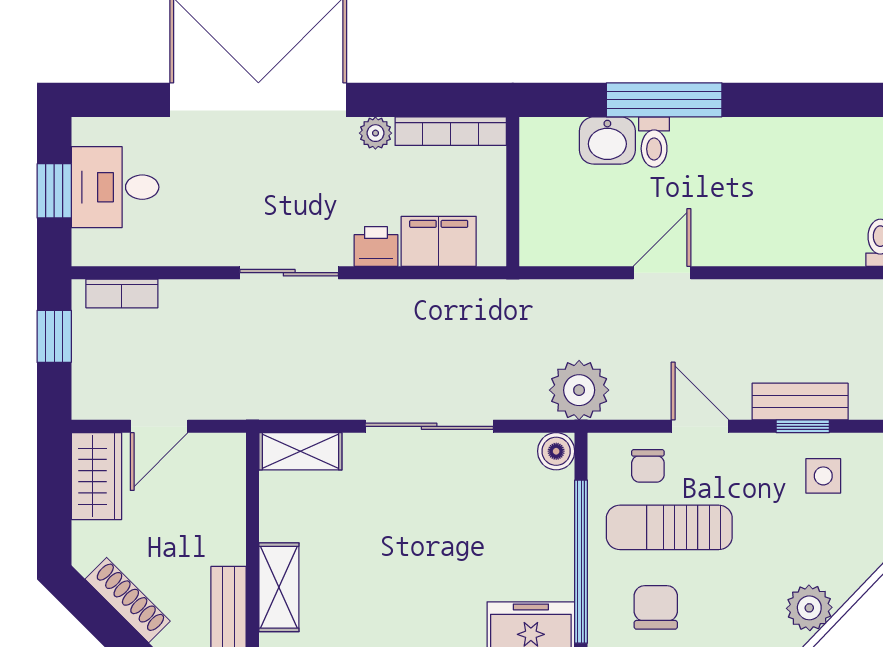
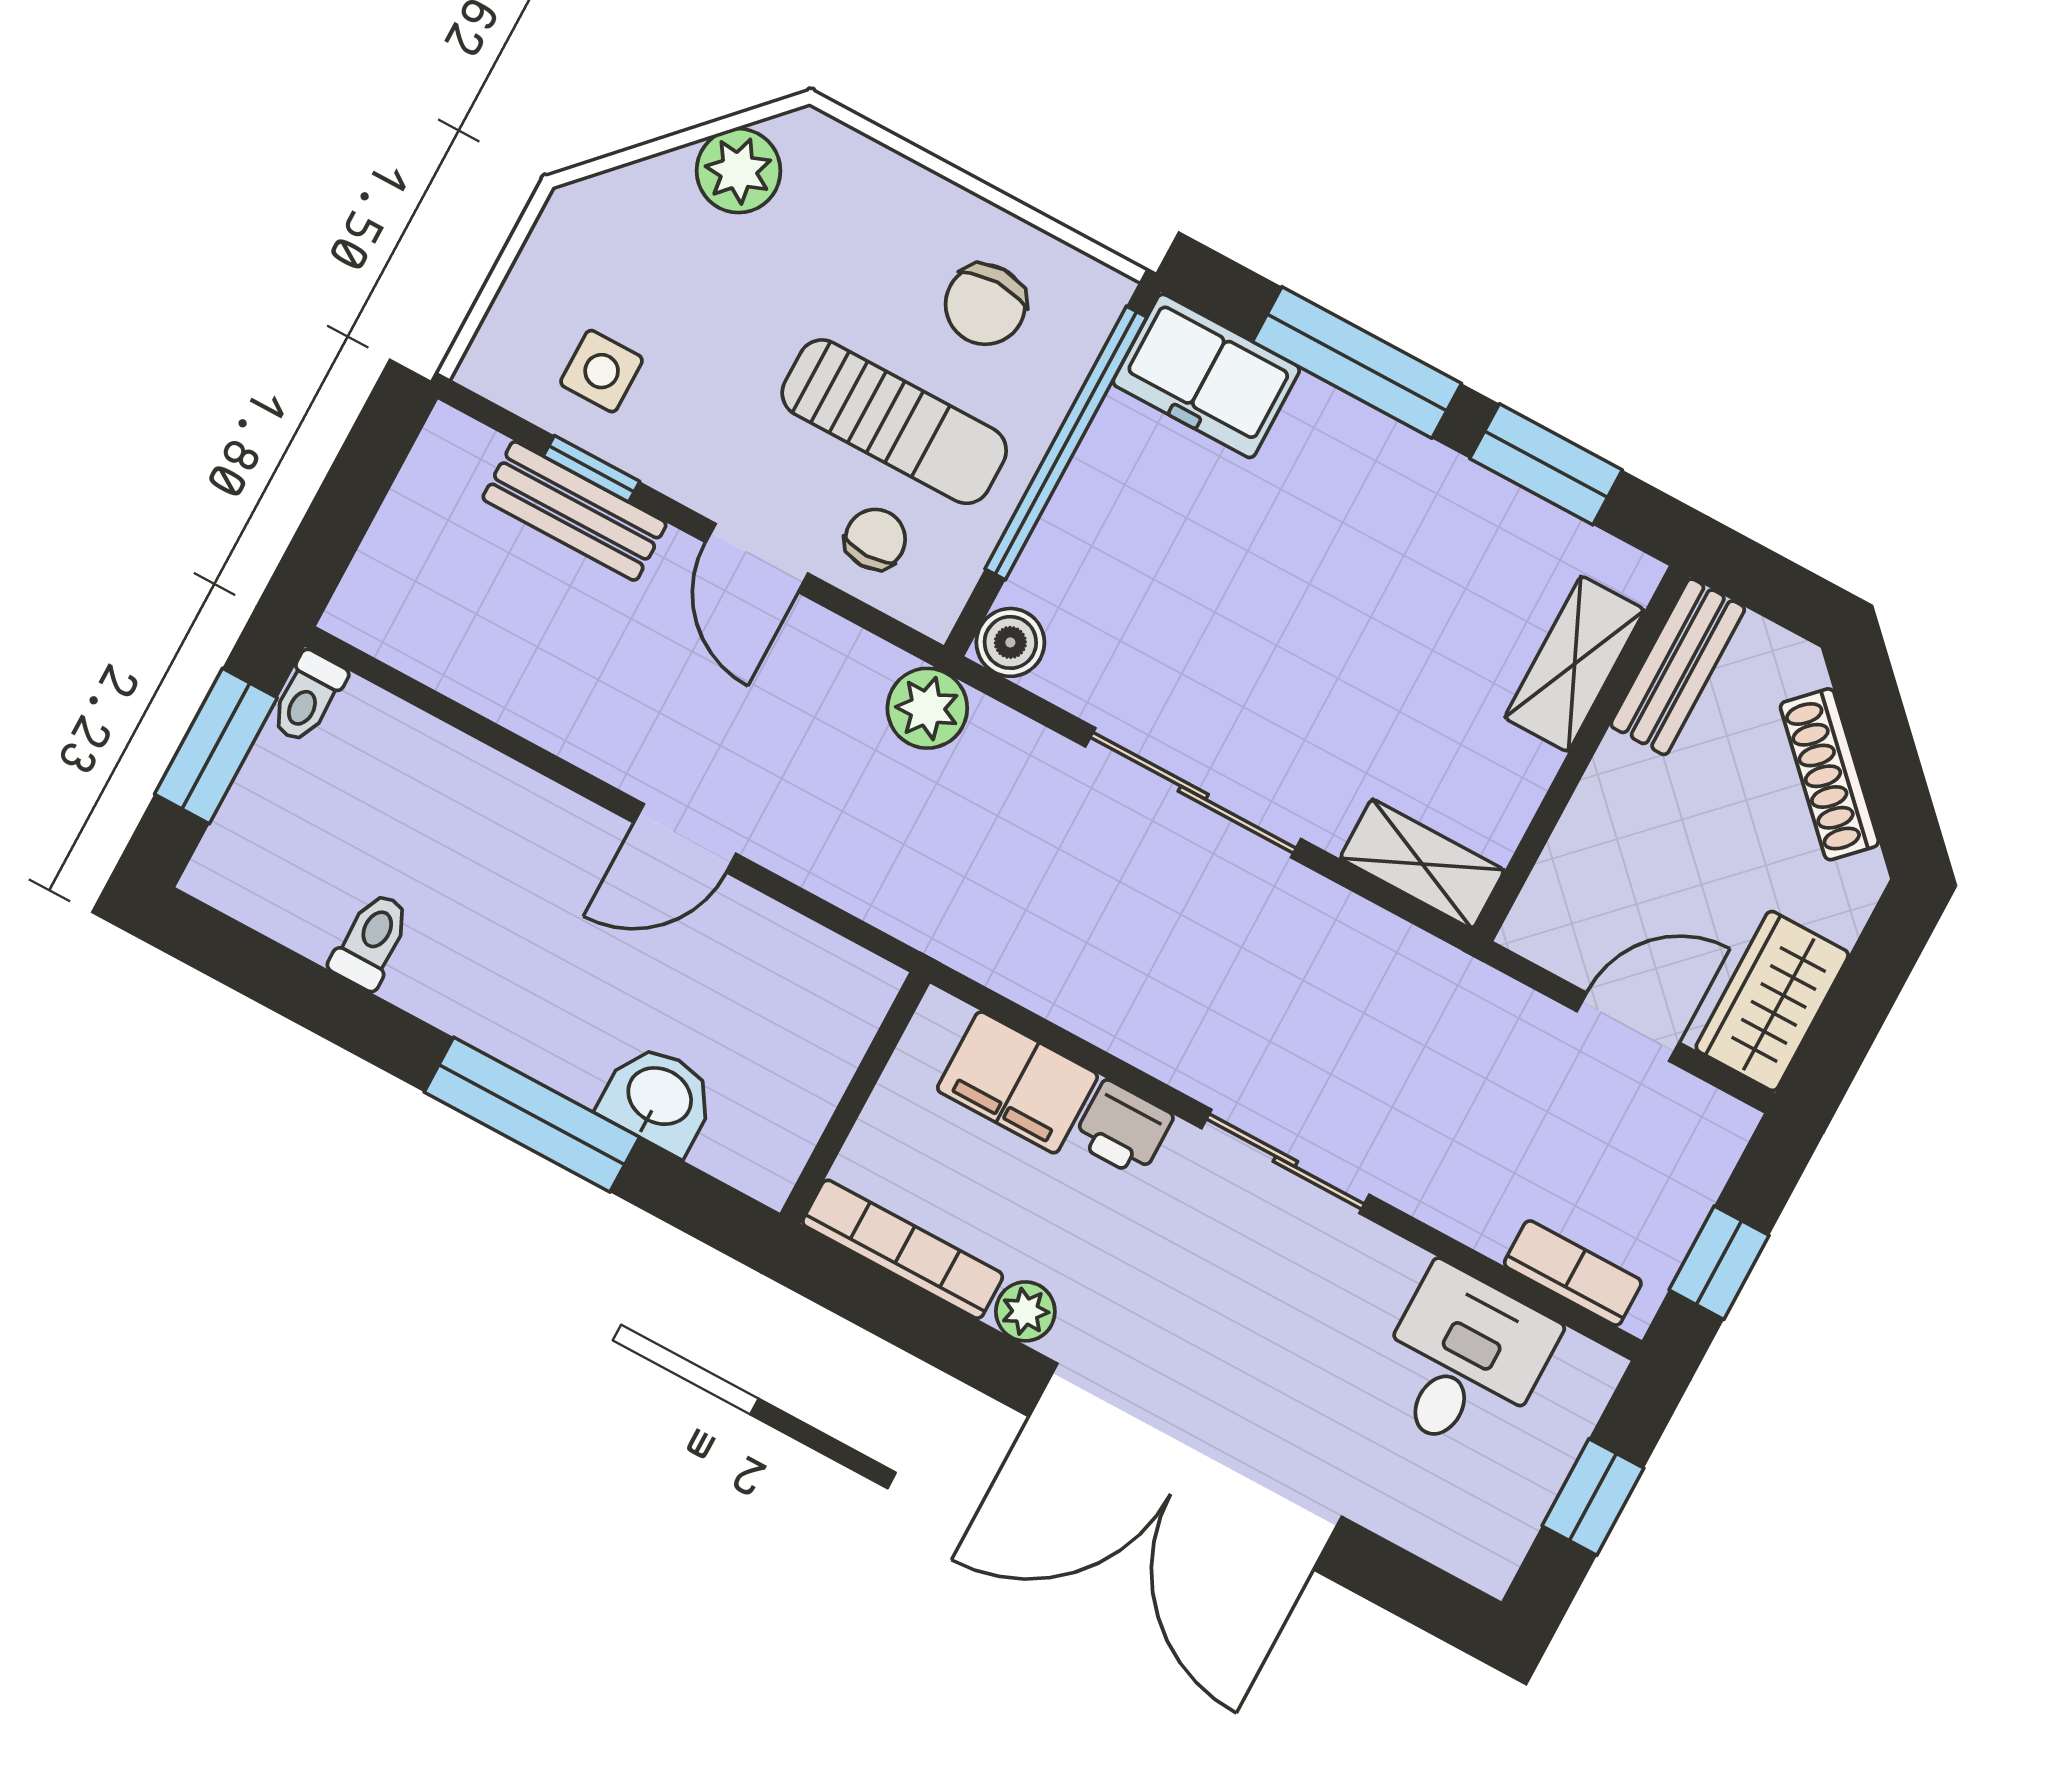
toilet: (654, 142) -> (371, 941), moved
desk: (115, 187) -> (1463, 1361), moved, turned -90
plant: (579, 390) -> (927, 708), width x0.73, depth x0.73

